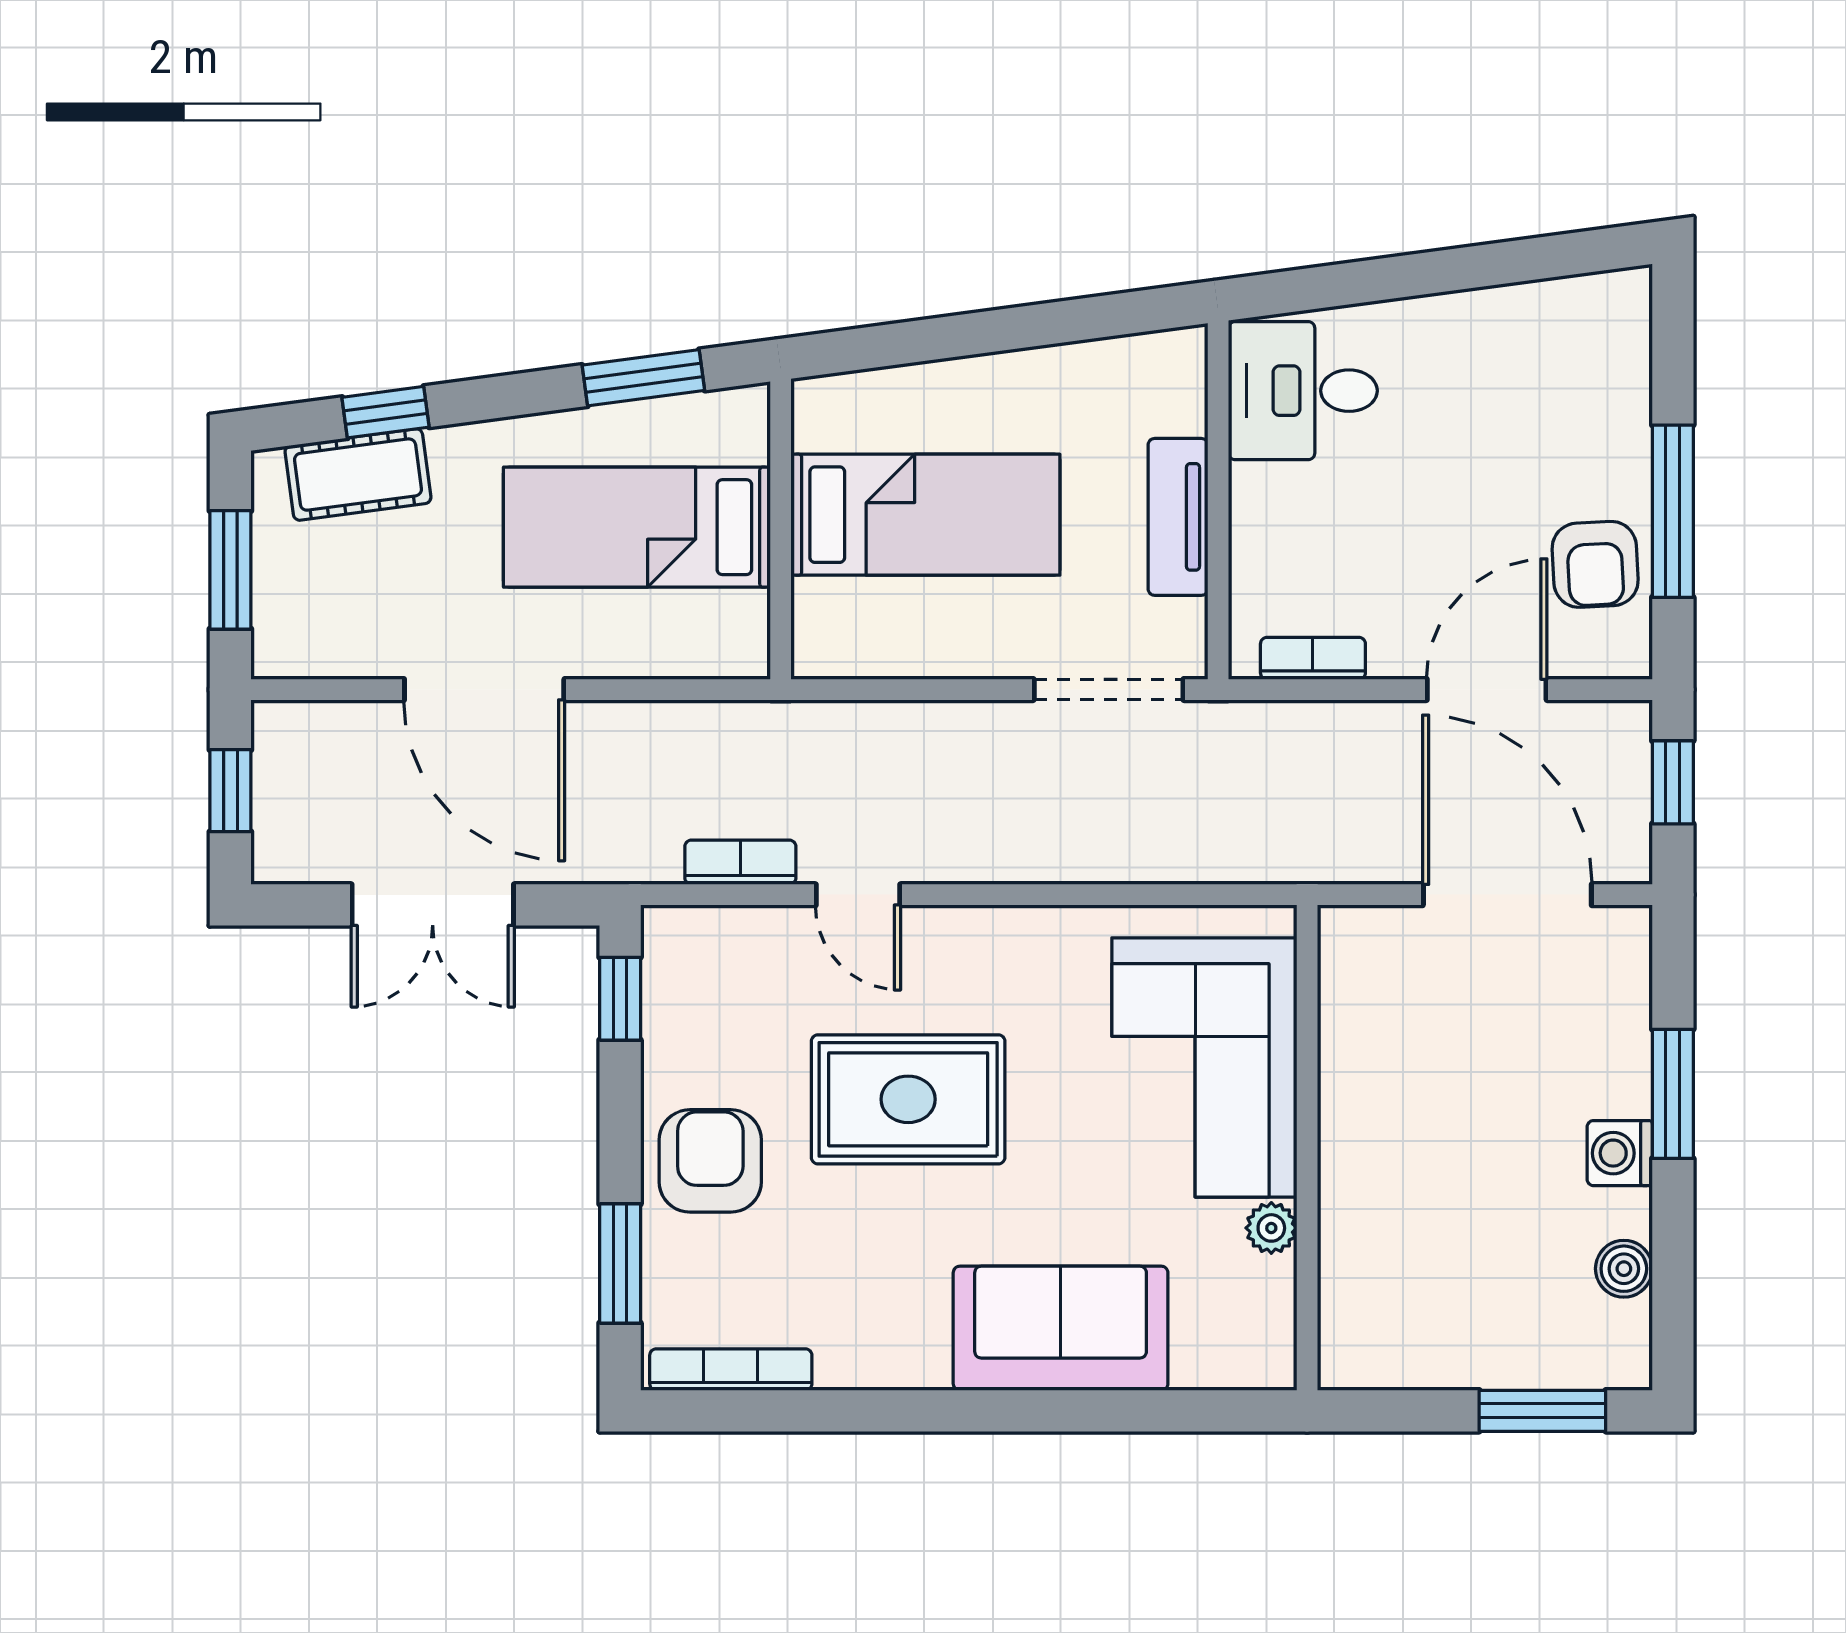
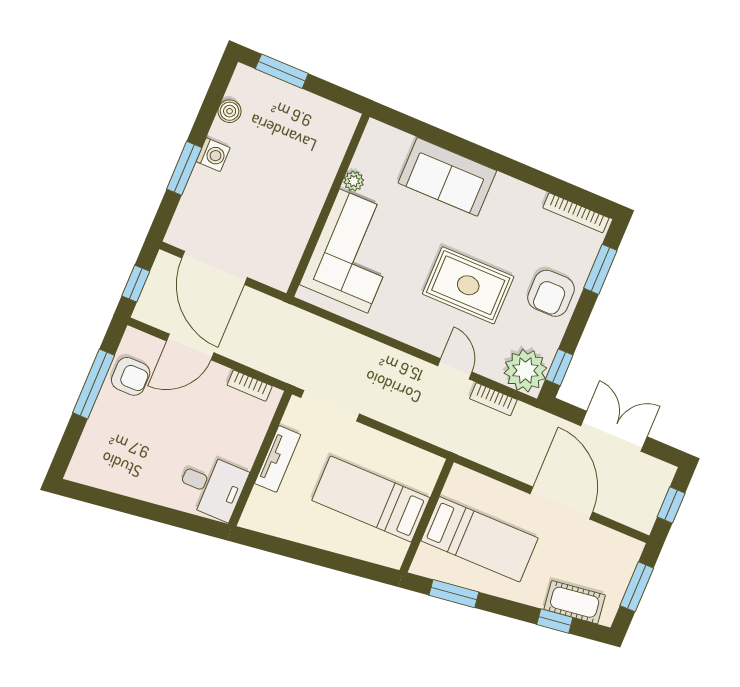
armchair: (1595, 564) -> (131, 376), turned 93
plant: (694, 959) -> (525, 371), added

